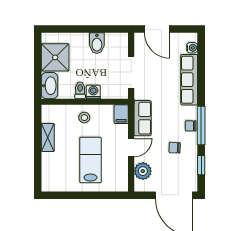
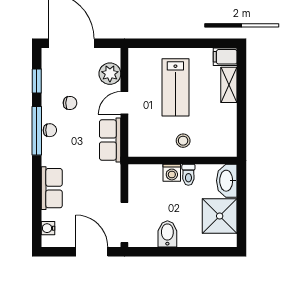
doorway: (131, 72) -> (124, 222), moved
row of seats: (189, 80) -> (52, 188), width x0.68
filing cabinet: (121, 114) -> (225, 57), moved, turned -90
shelving: (48, 137) -> (229, 85), moved

